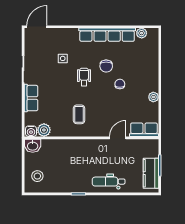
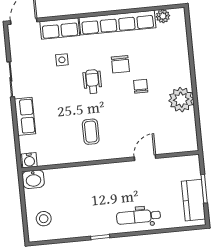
plant: (153, 97) -> (181, 100), width x1.88, depth x1.88
plant: (44, 130) -> (46, 157), removed
row of seats: (144, 130) -> (60, 28), moved, turned 180

